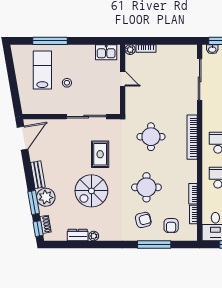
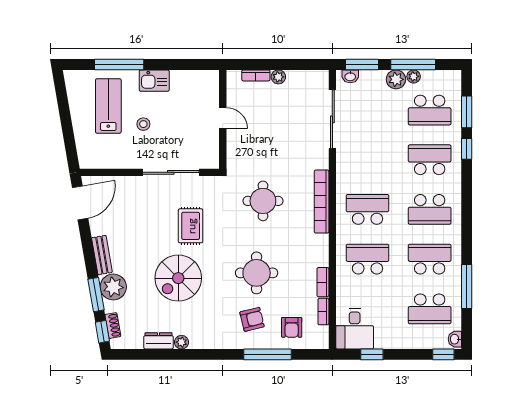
plant: (130, 50) -> (278, 77), moved
kitchen sink: (106, 52) -> (154, 81), moved

